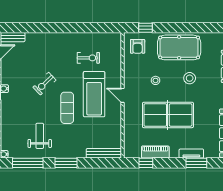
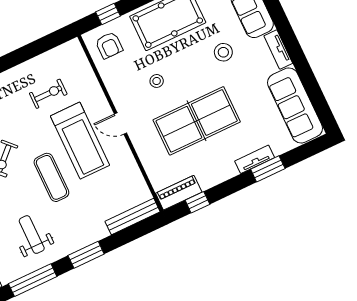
stool: (190, 78) -> (223, 52), moved
piano: (155, 152) -> (179, 193), moved

